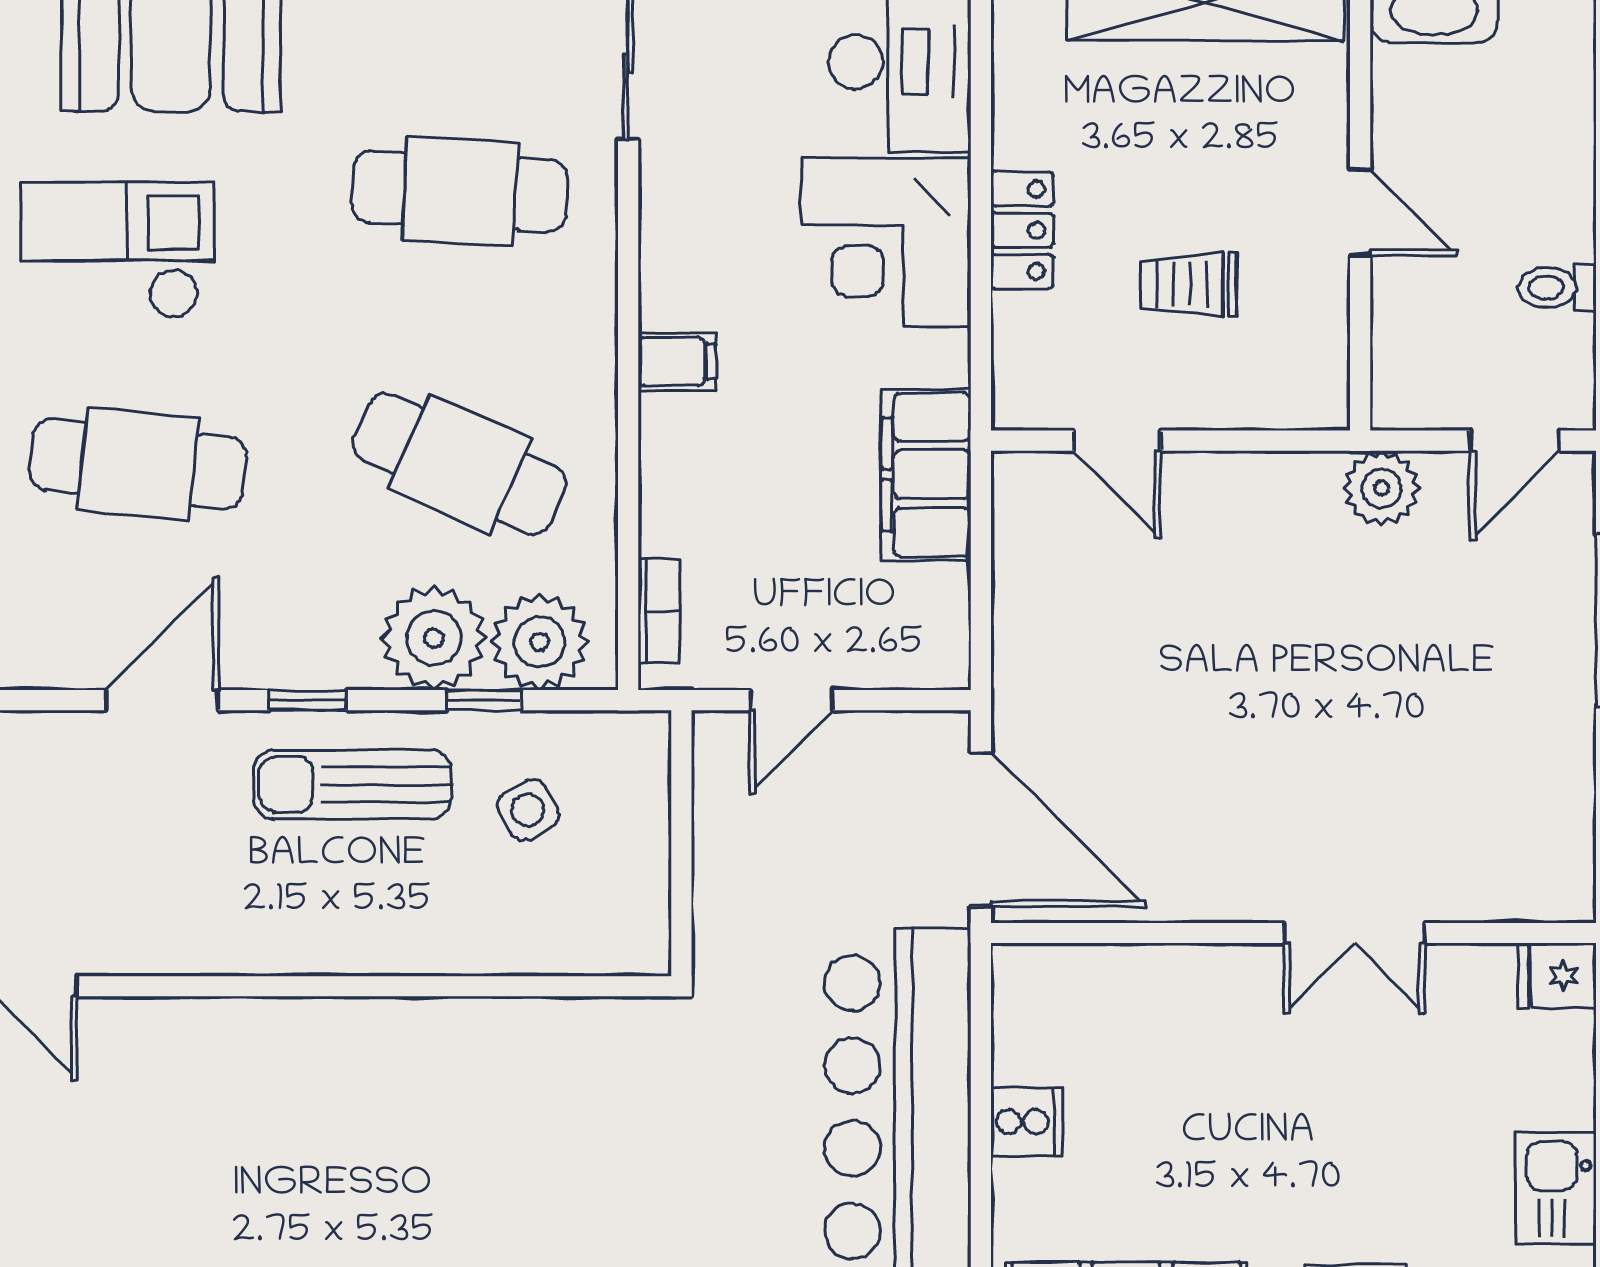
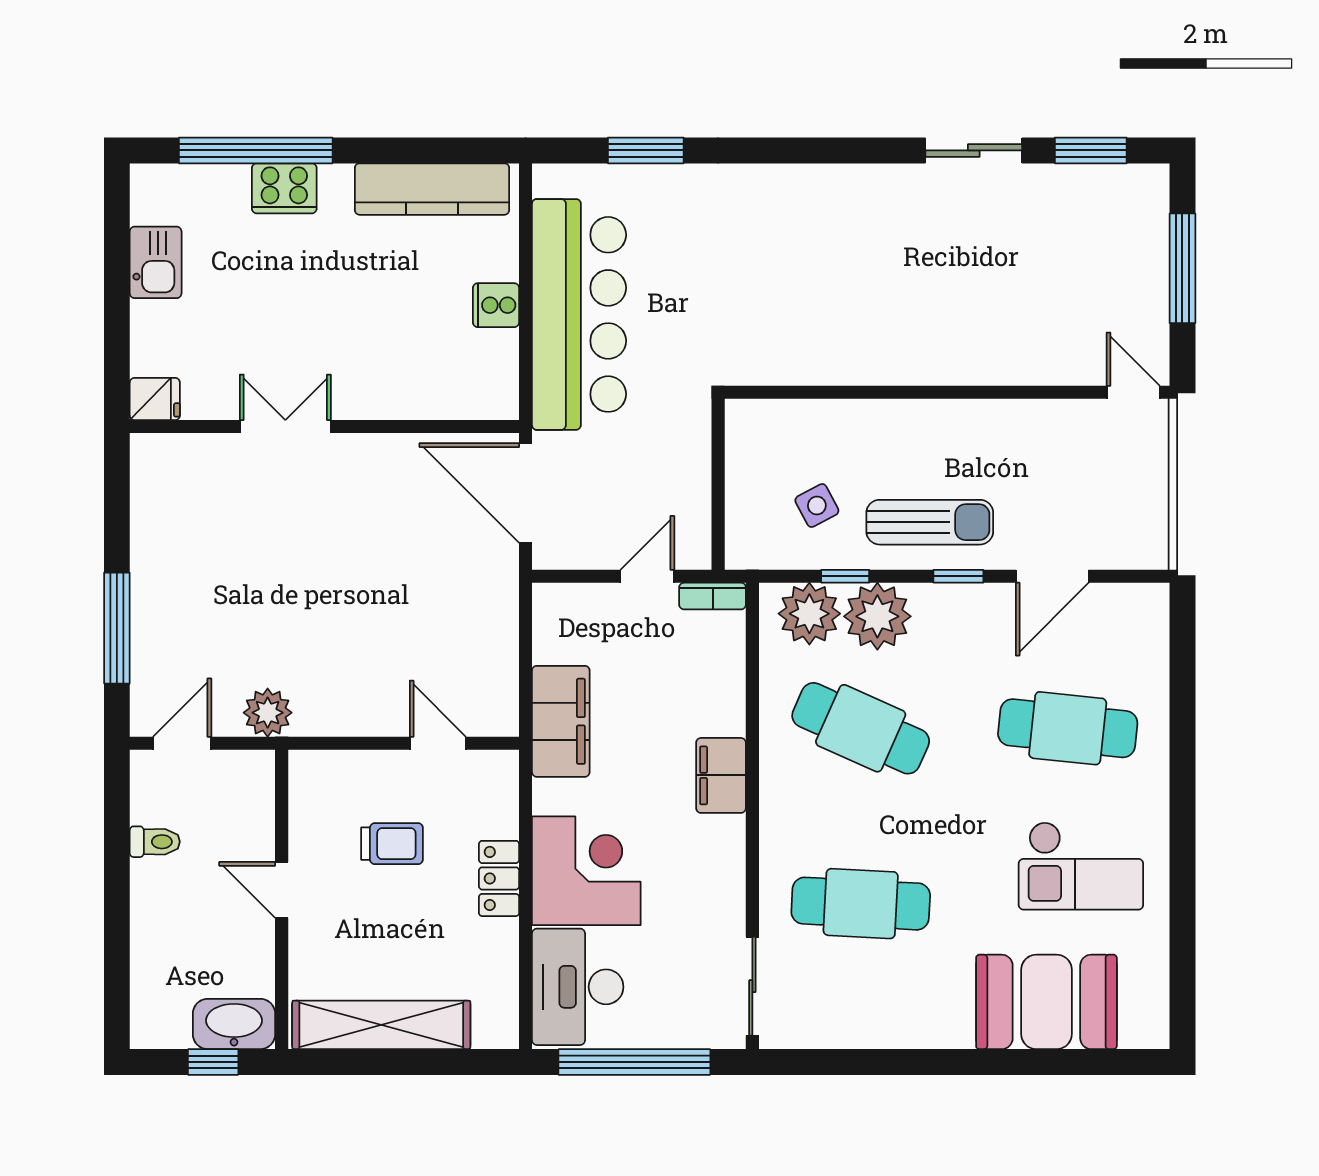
filing cabinet: (677, 361) -> (721, 775), width x2.00
bookcase: (659, 611) -> (713, 596), moved, turned -90

